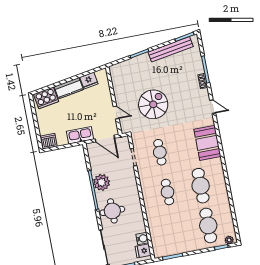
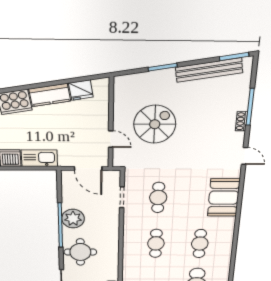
spiral stairs: (153, 104) -> (155, 124), moved
kitchen sink: (80, 135) -> (39, 158), moved
cafe table: (201, 186) -> (200, 244), width x0.73, depth x0.74

